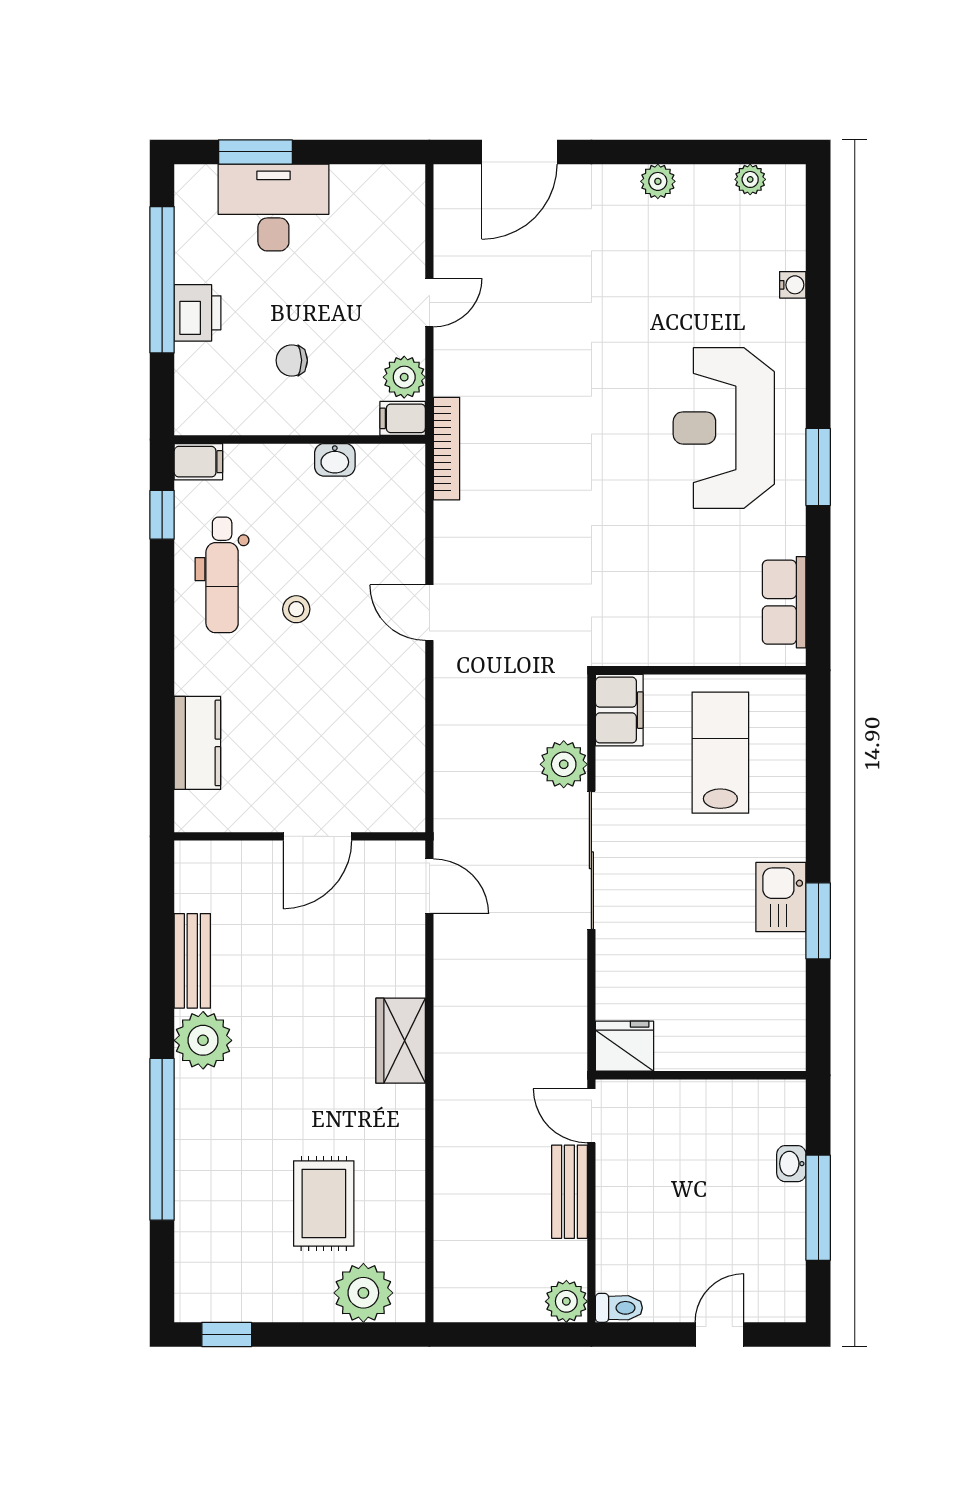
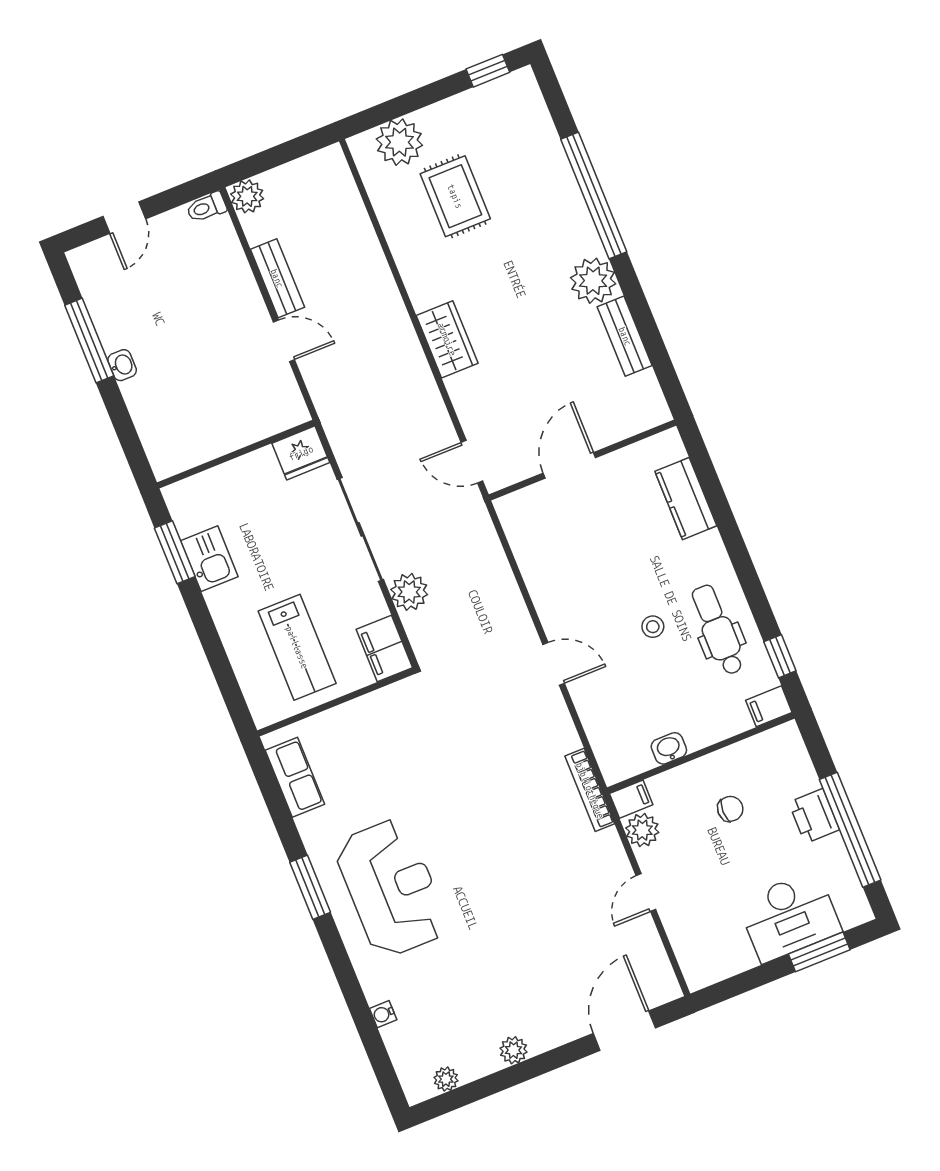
fridge: (624, 1046) -> (301, 453), moved
wall: (701, 1075) -> (236, 454), moved

